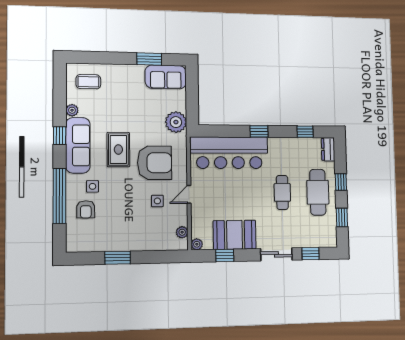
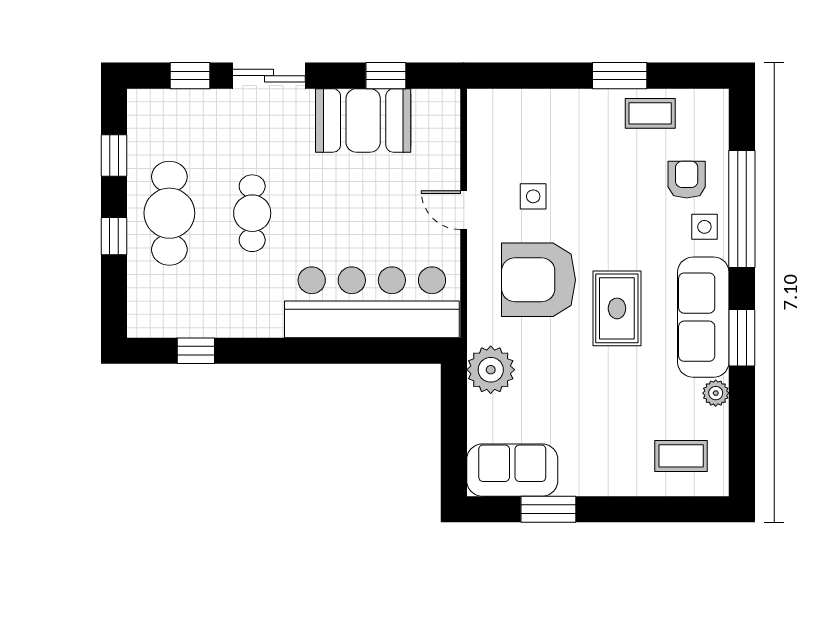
window: (259, 131) -> (303, 351), removed
window: (60, 136) -> (742, 338), width x1.50
dresser: (328, 149) -> (142, 311), removed
side table: (92, 186) -> (704, 227), moved
door: (189, 194) -> (464, 210), swing flipped
plant: (182, 232) -> (480, 128), removed
coffee table: (103, 240) -> (650, 113), added
plant: (197, 244) -> (448, 101), removed

